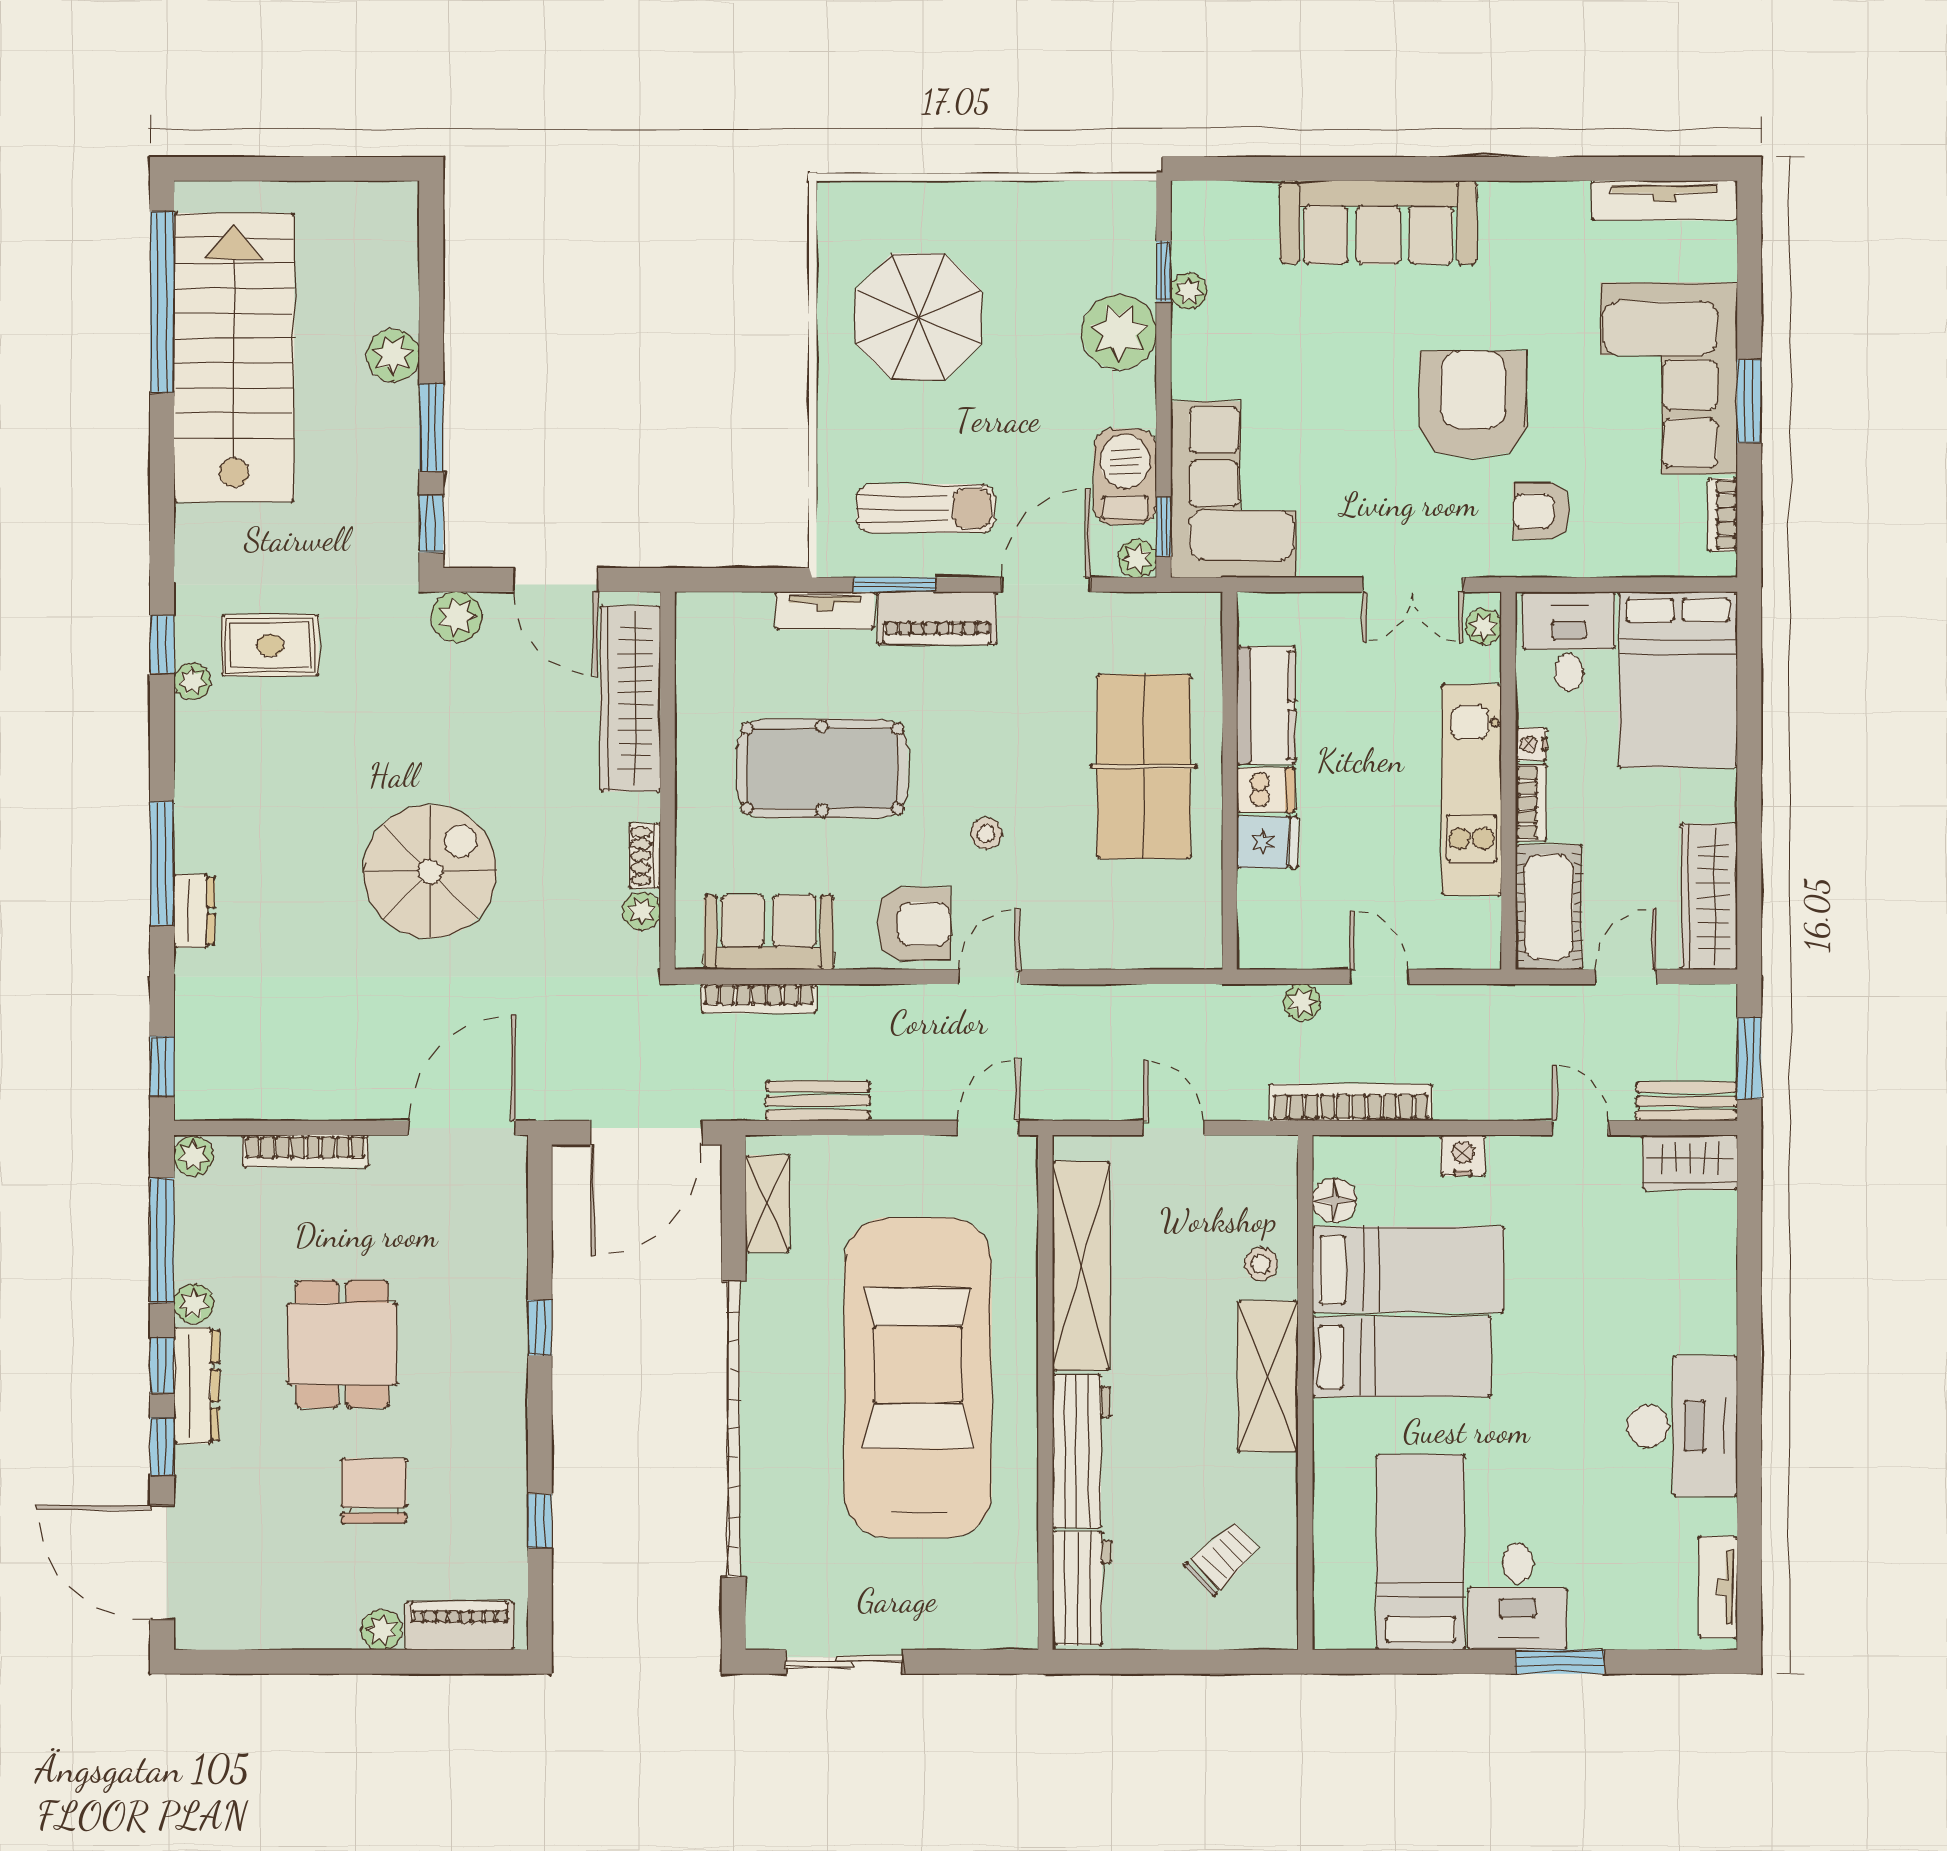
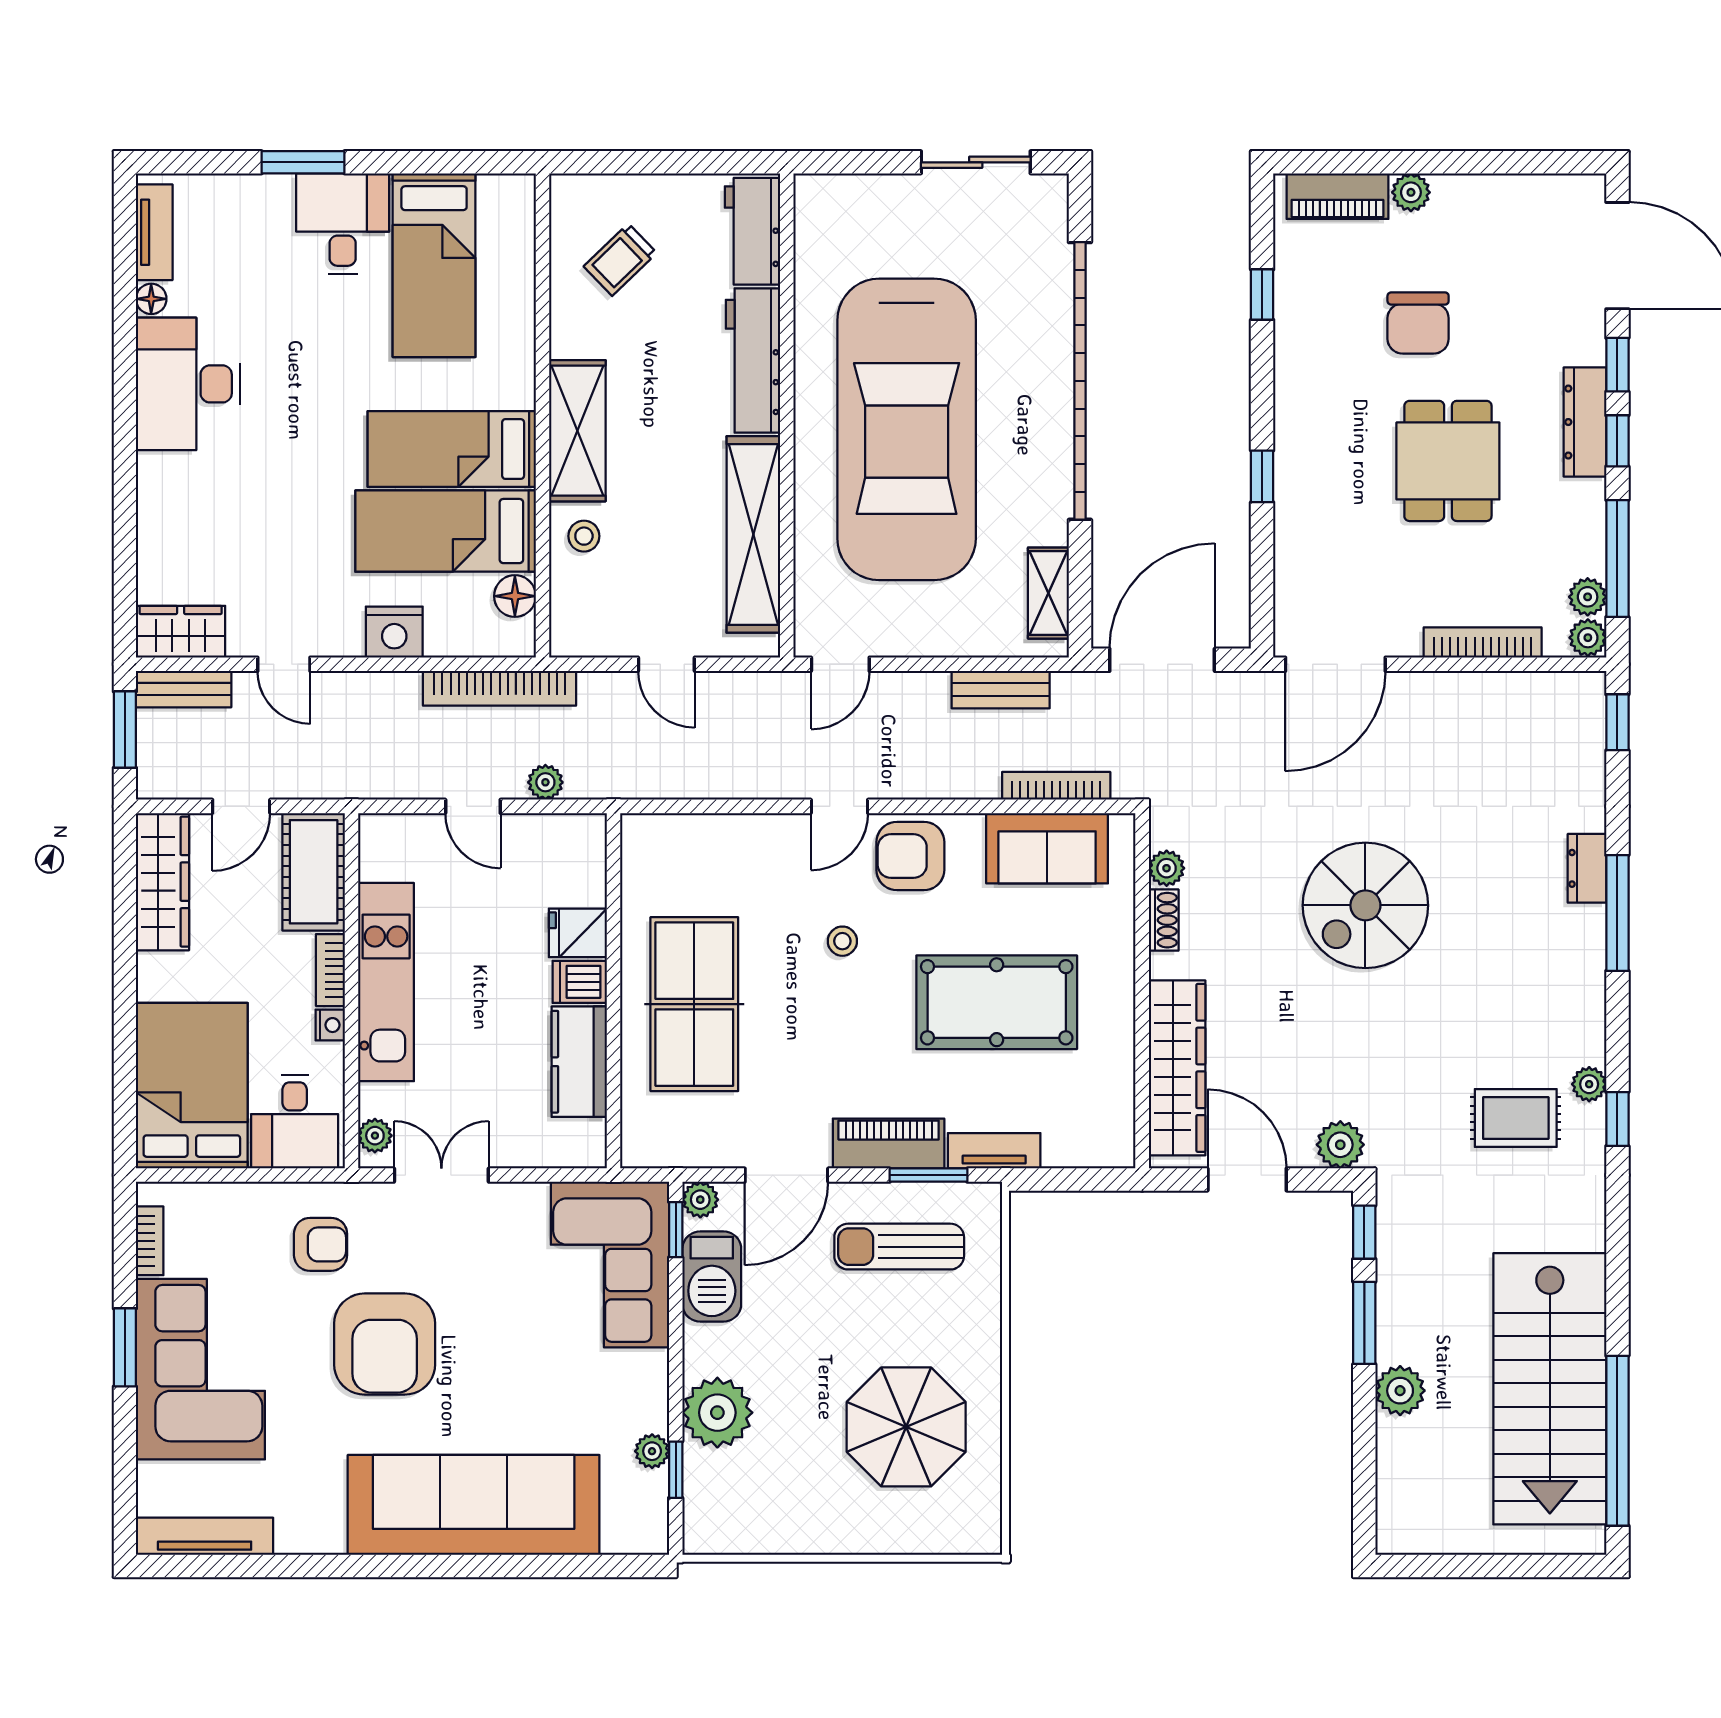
sofa: (1378, 223) -> (474, 1505), width x1.36, depth x1.27
nightstand: (1463, 1155) -> (394, 632), width x1.36, depth x1.33
plant: (194, 1304) -> (1588, 597), moved
floor lamp: (1721, 1516) -> (151, 299), added

